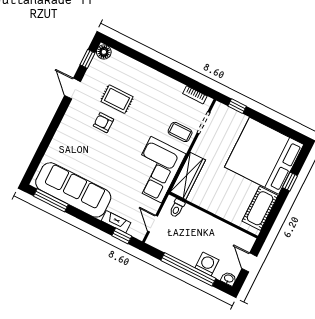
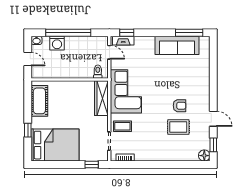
bed: (264, 156) -> (55, 145), width x0.73
sofa: (73, 190) -> (177, 45), width x0.74, depth x0.79
fireplace: (116, 222) -> (123, 41), moved

